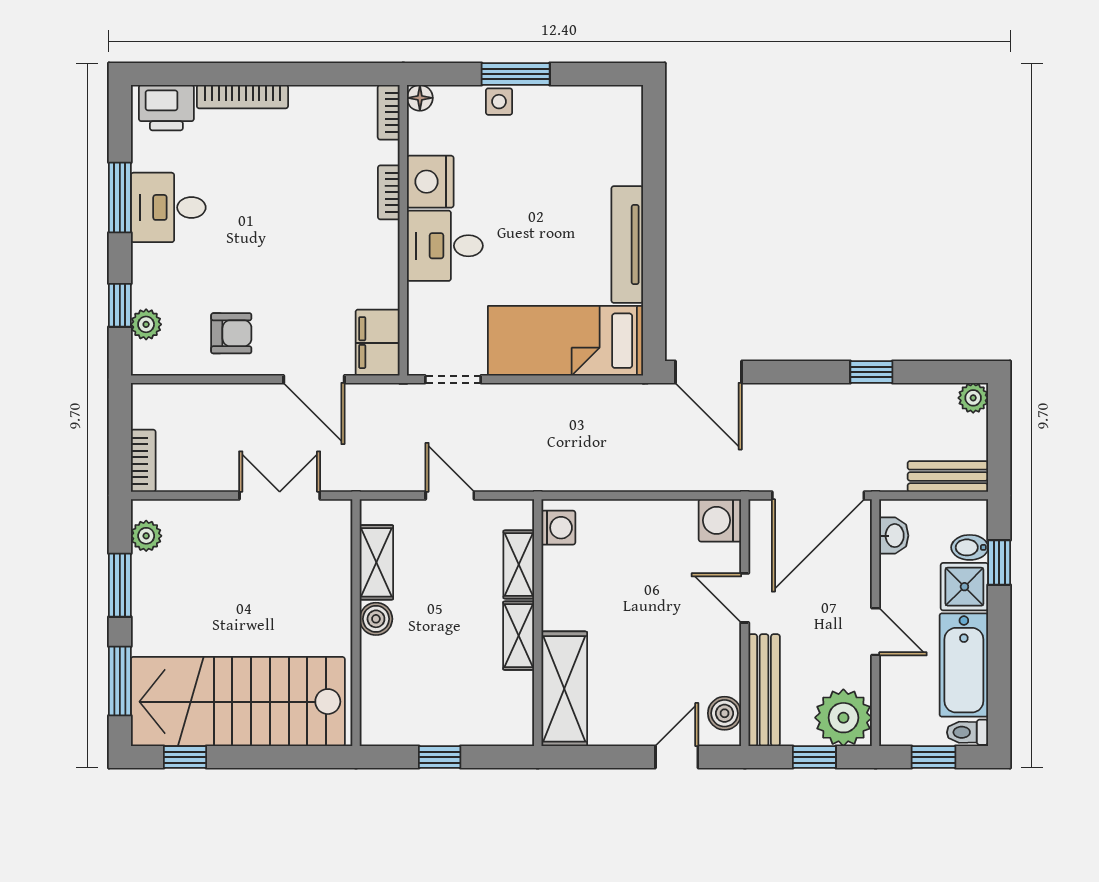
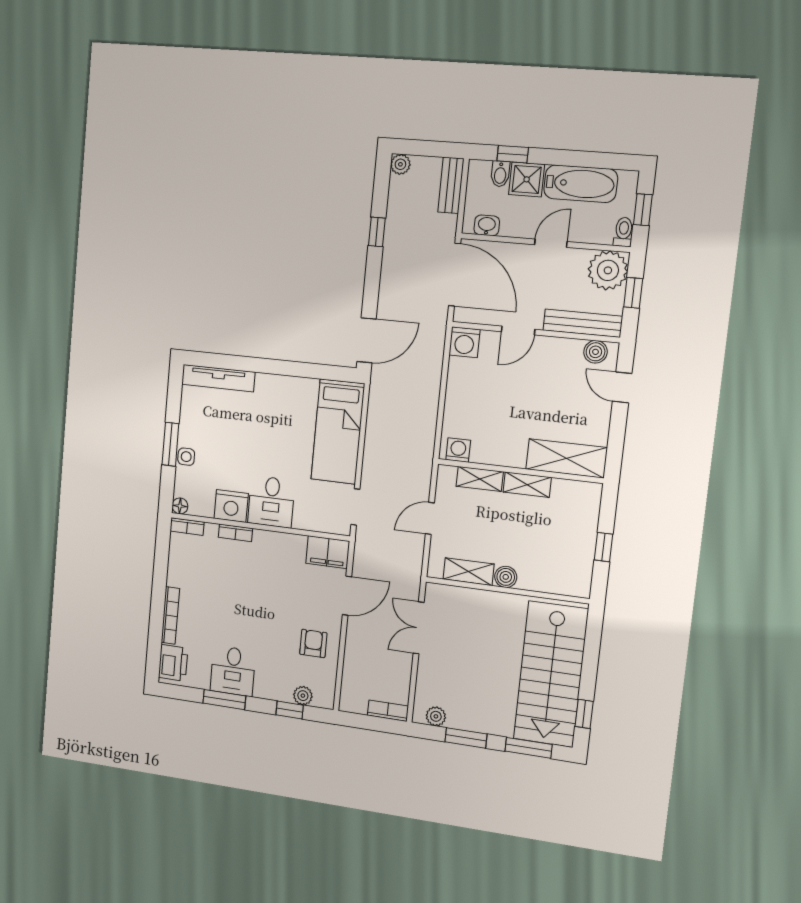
tv unit: (627, 245) -> (218, 378), moved
toilet: (967, 732) -> (623, 232), moved, turned 180

